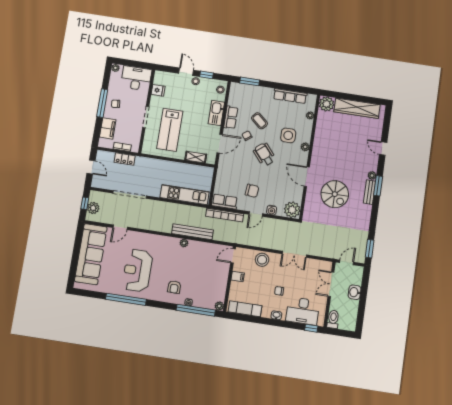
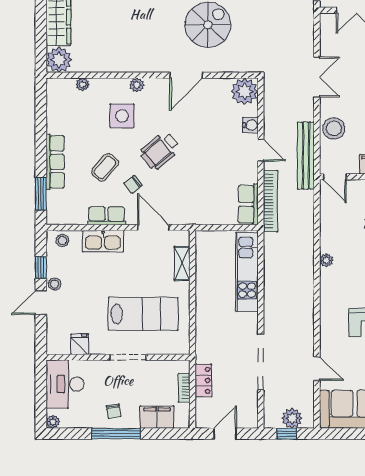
row of seats: (290, 96) -> (55, 162), moved
chair: (252, 191) -> (223, 162), removed
bench: (192, 232) -> (306, 156), moved

